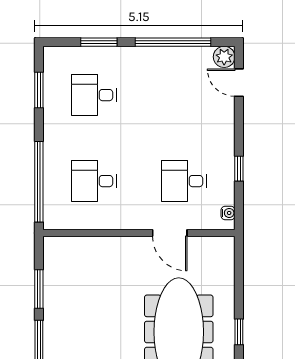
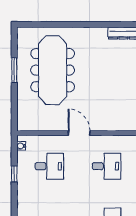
door: (170, 233) -> (79, 133), moved
window: (239, 332) -> (14, 70), width x1.50

